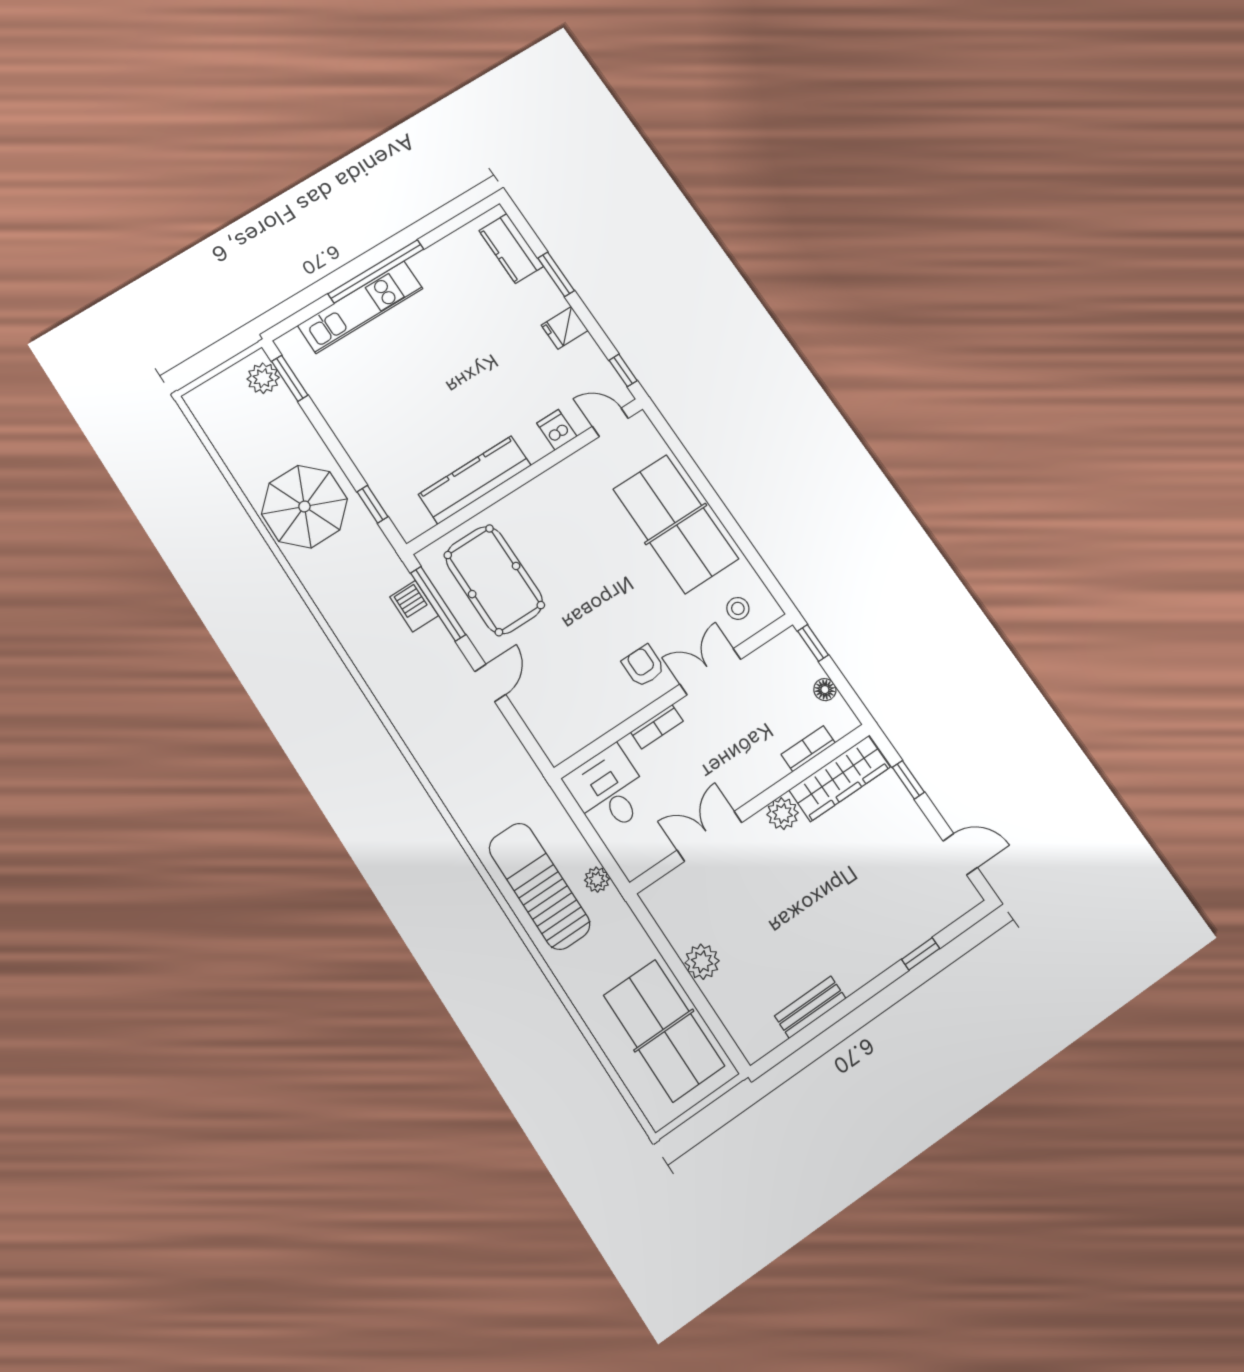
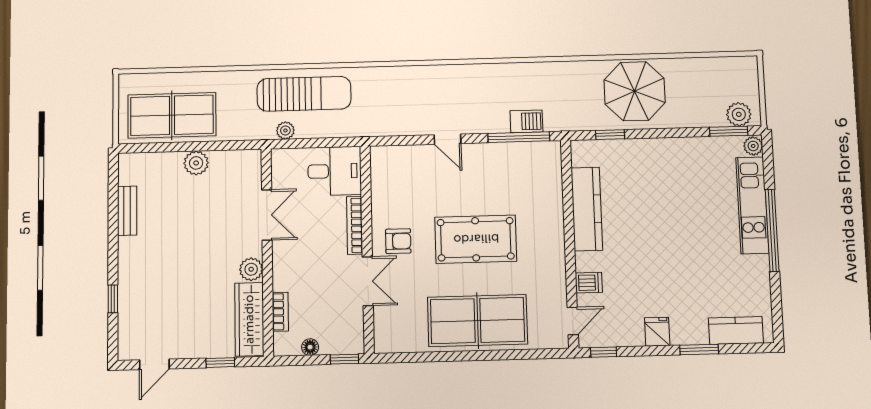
plant: (291, 343) -> (753, 146), added
pool table: (494, 580) -> (476, 239), moved
stool: (738, 608) -> (397, 325), removed
bookcase: (657, 727) -> (355, 225), width x1.56

